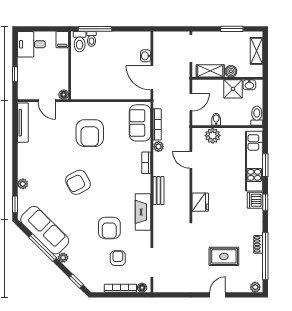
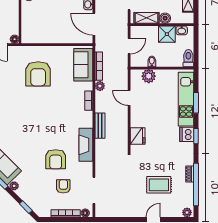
armchair: (78, 182) -> (27, 118), removed

